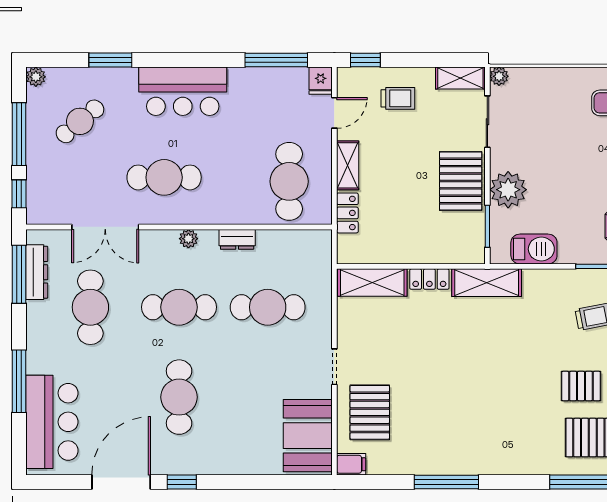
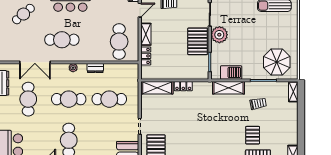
plant: (508, 190) -> (219, 35), moved
shelving: (487, 283) -> (229, 88), moved
pallet: (581, 386) -> (253, 135), turned 90

